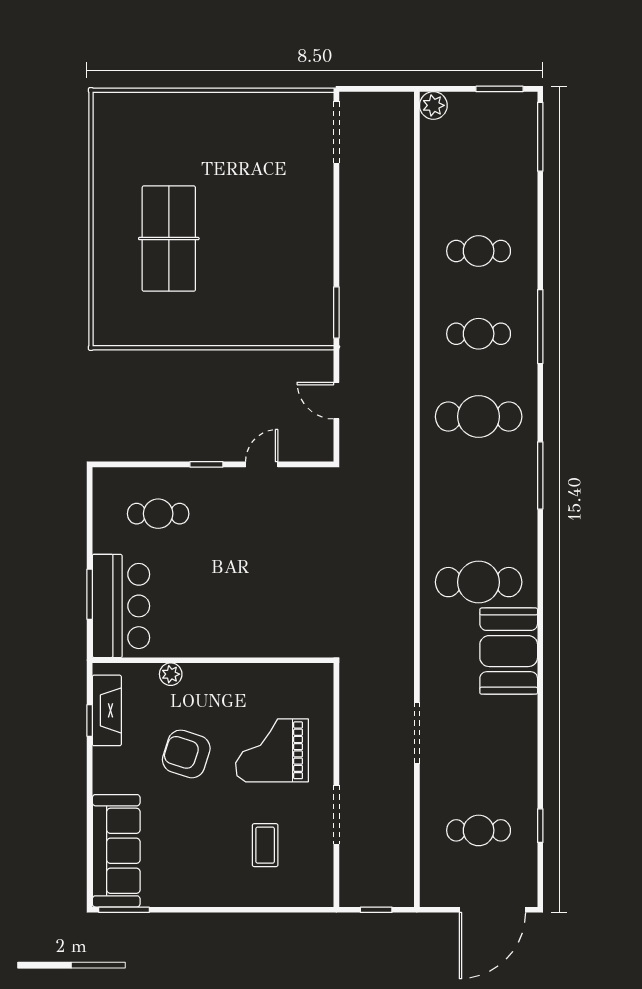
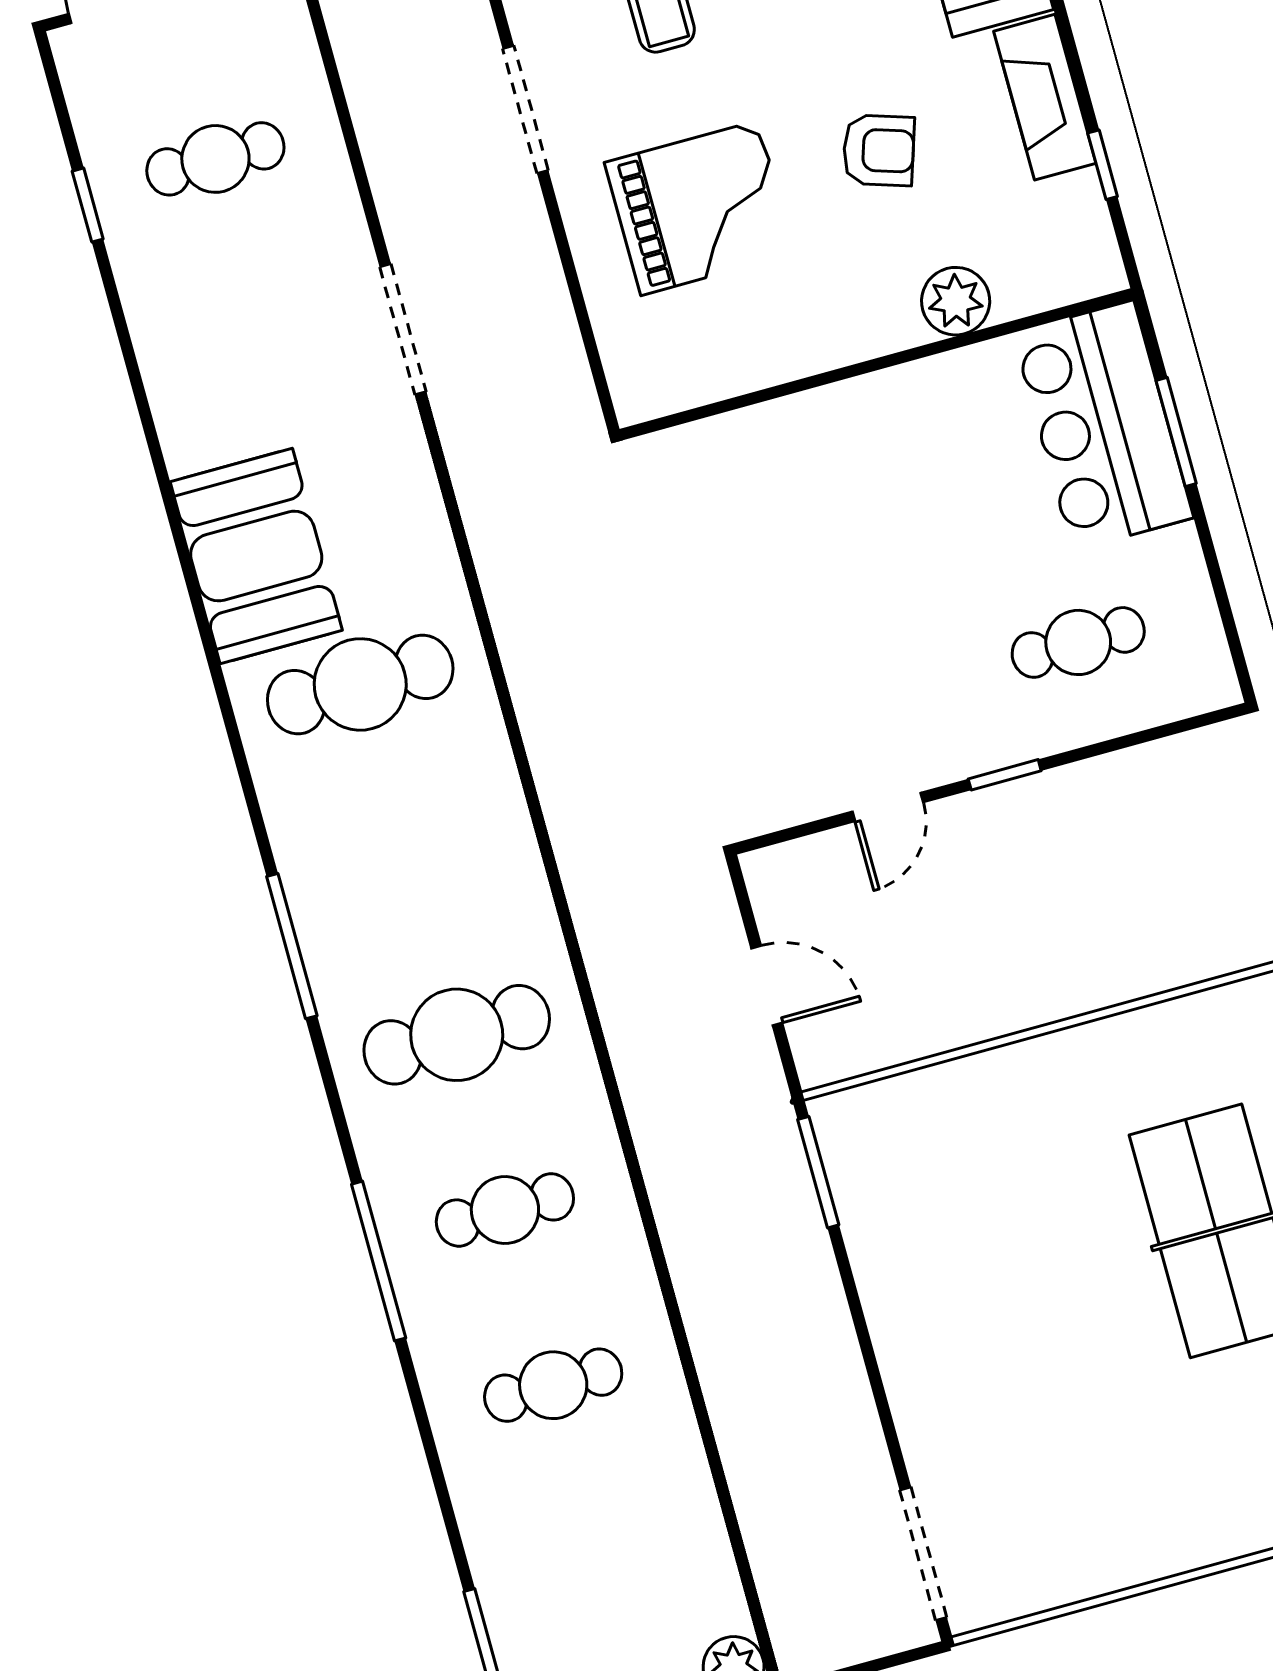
plant: (171, 674) -> (956, 301), width x1.38, depth x1.38
fireplace: (107, 710) -> (1045, 97), moved
armchair: (186, 754) -> (879, 150), width x0.72, depth x0.72

